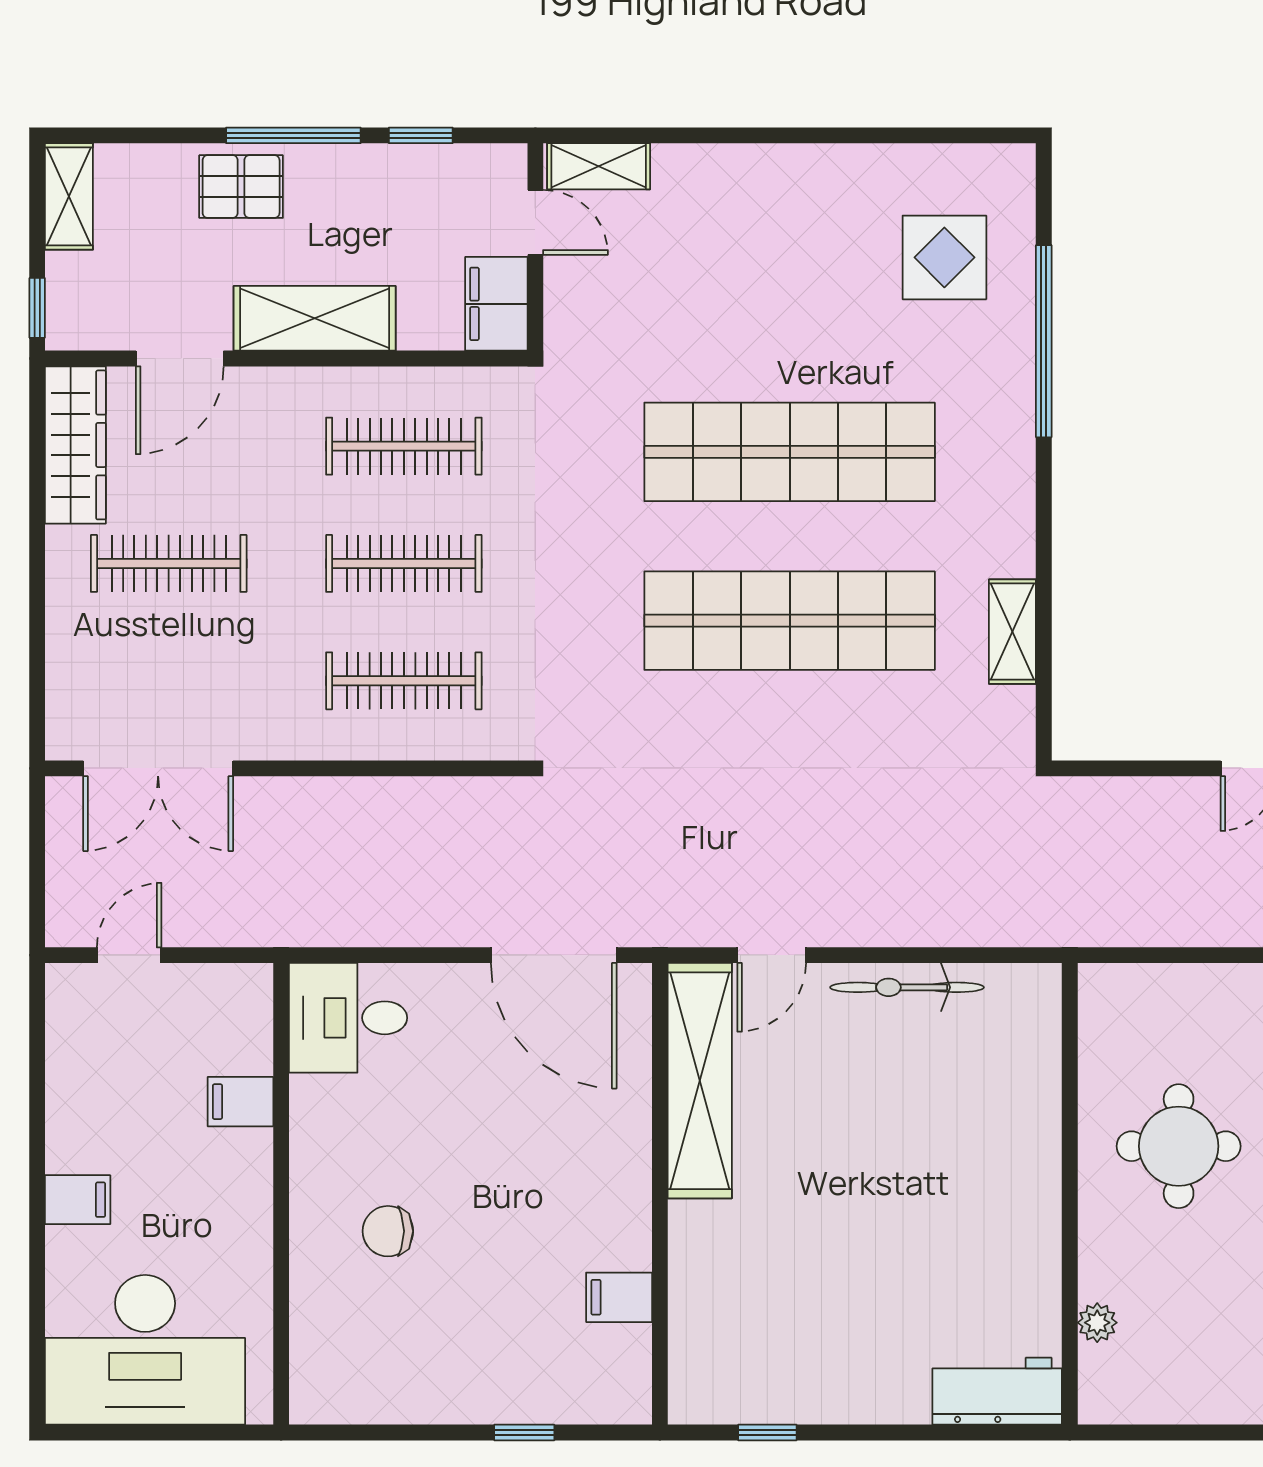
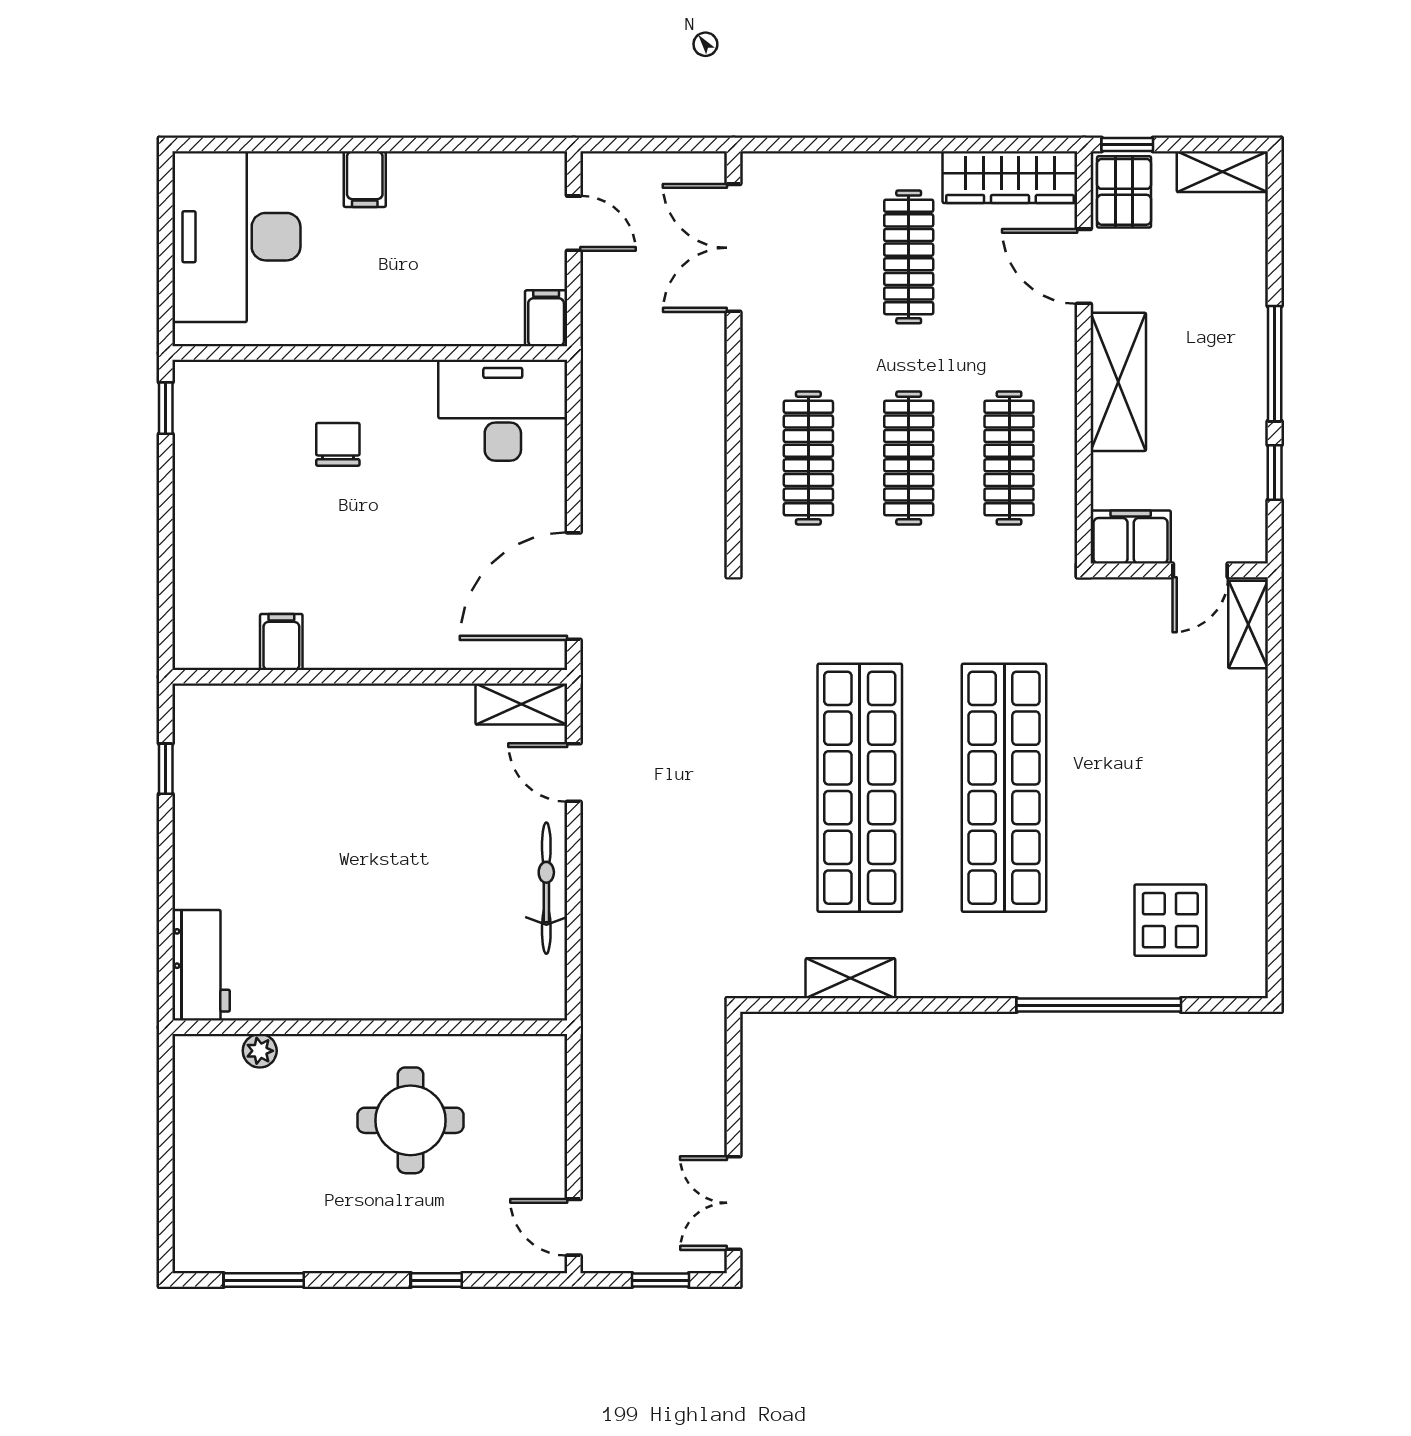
pallet: (241, 187) -> (1124, 192), moved
desk: (348, 1018) -> (503, 410), width x1.37
shelving: (700, 1081) -> (521, 704), width x0.45, depth x0.75
filing cabinet: (240, 1102) -> (546, 318), moved
window: (524, 1433) -> (166, 408), moved

